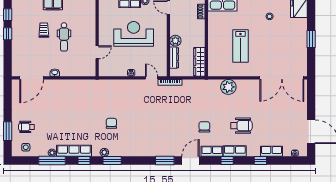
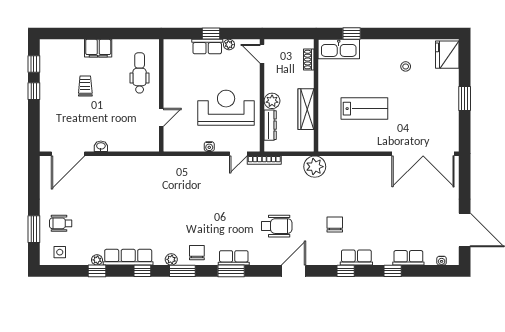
reception desk: (134, 34) -> (226, 108), moved
dental chair: (64, 37) -> (140, 73), moved, turned 180
lab bench: (240, 46) -> (364, 109), turned -90
wardrobe: (199, 62) -> (306, 109), moved
door: (152, 78) -> (238, 154), swing flipped
plant: (228, 87) -> (315, 167), moved
chair: (111, 123) -> (197, 253), moved
wheelchair: (241, 126) -> (277, 226), moved
chair: (204, 127) -> (335, 225), moved
row of seats: (212, 151) -> (234, 258), moved
window: (52, 161) -> (97, 271), width x0.46
window: (165, 161) -> (231, 271), moved

